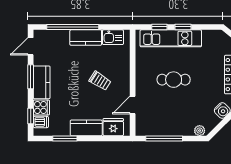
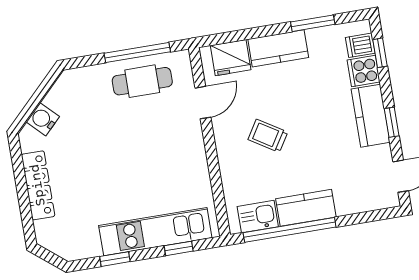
window: (73, 27) -> (290, 230), moved
window: (183, 27) -> (115, 259), moved
window: (31, 77) -> (392, 122), width x0.67
cafe table: (174, 80) -> (142, 81), moved
plant: (200, 131) -> (77, 77), removed

